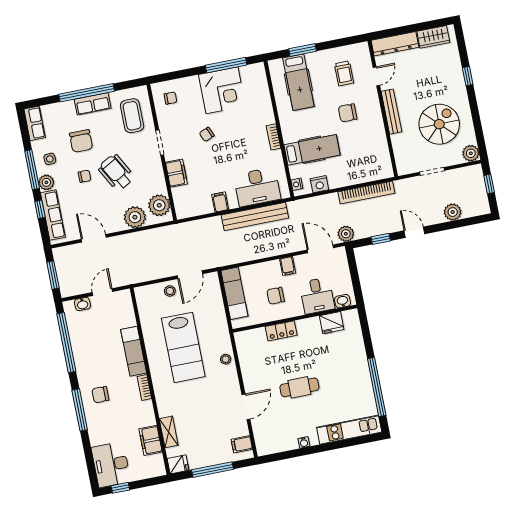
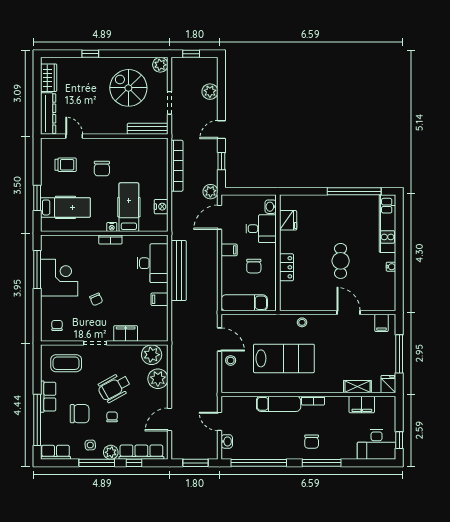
window: (87, 93) -> (37, 420), moved
bench: (391, 112) -> (148, 129), moved
nightstand: (297, 184) -> (112, 227), moved

